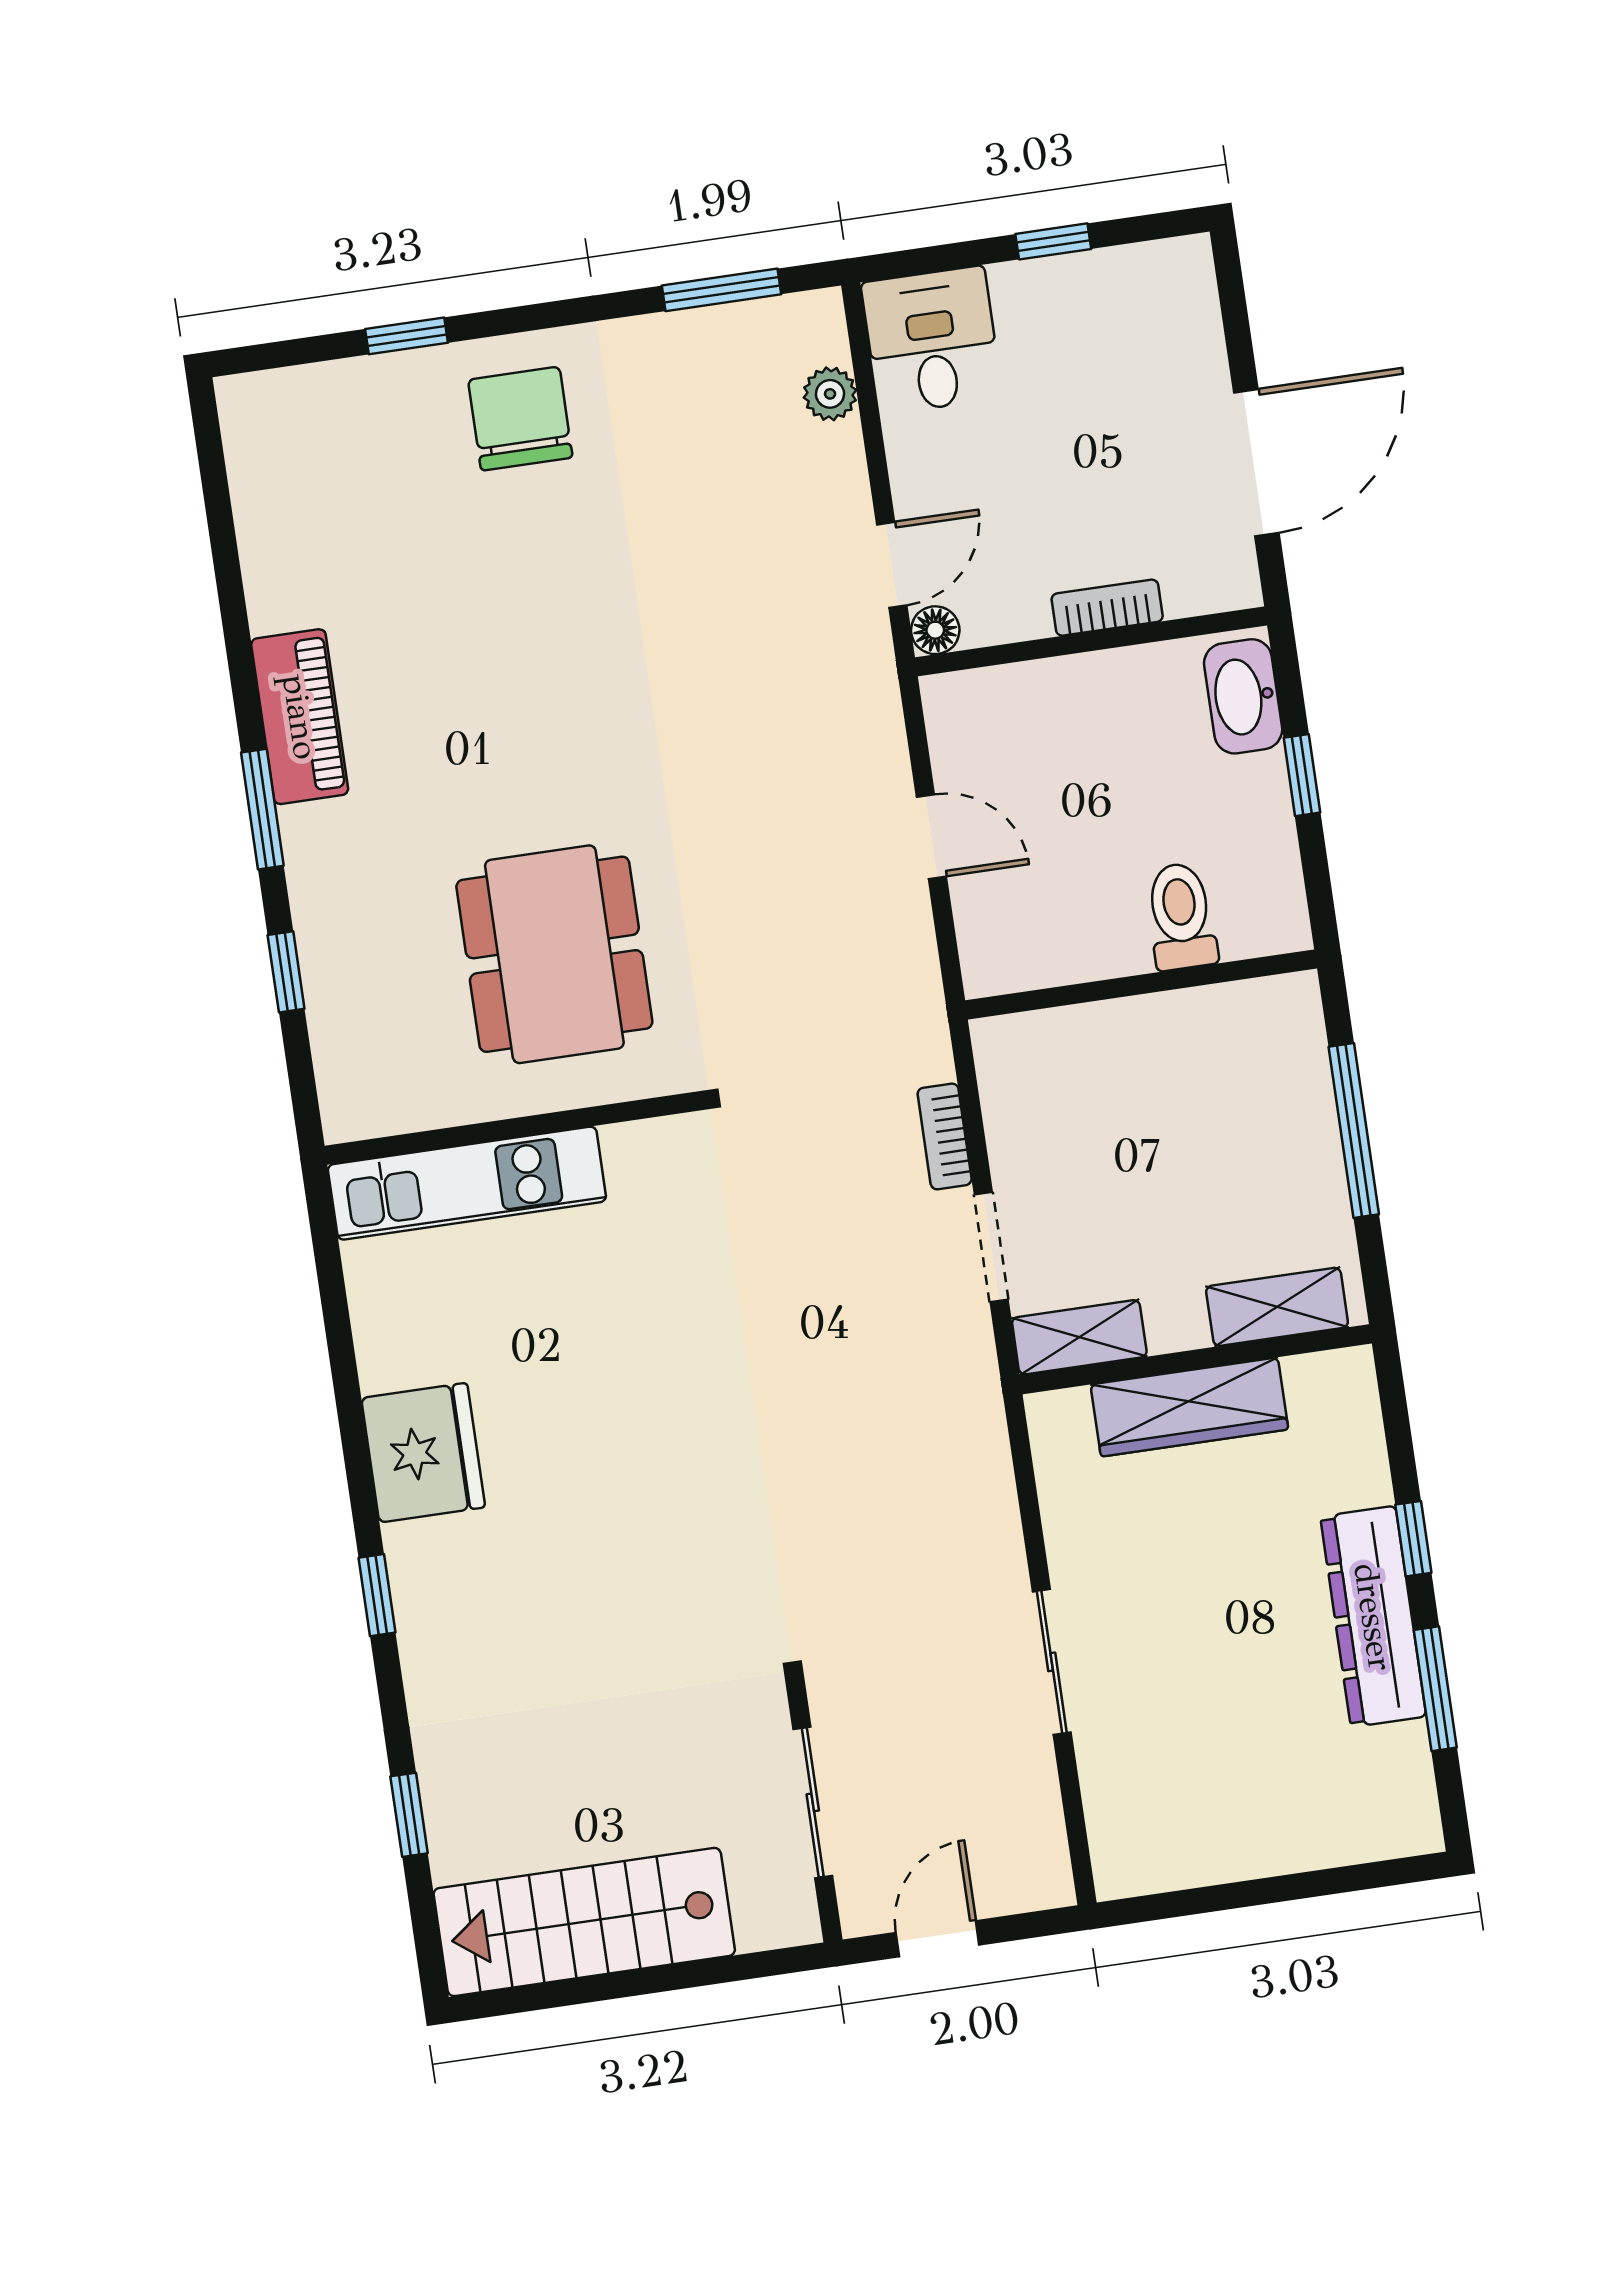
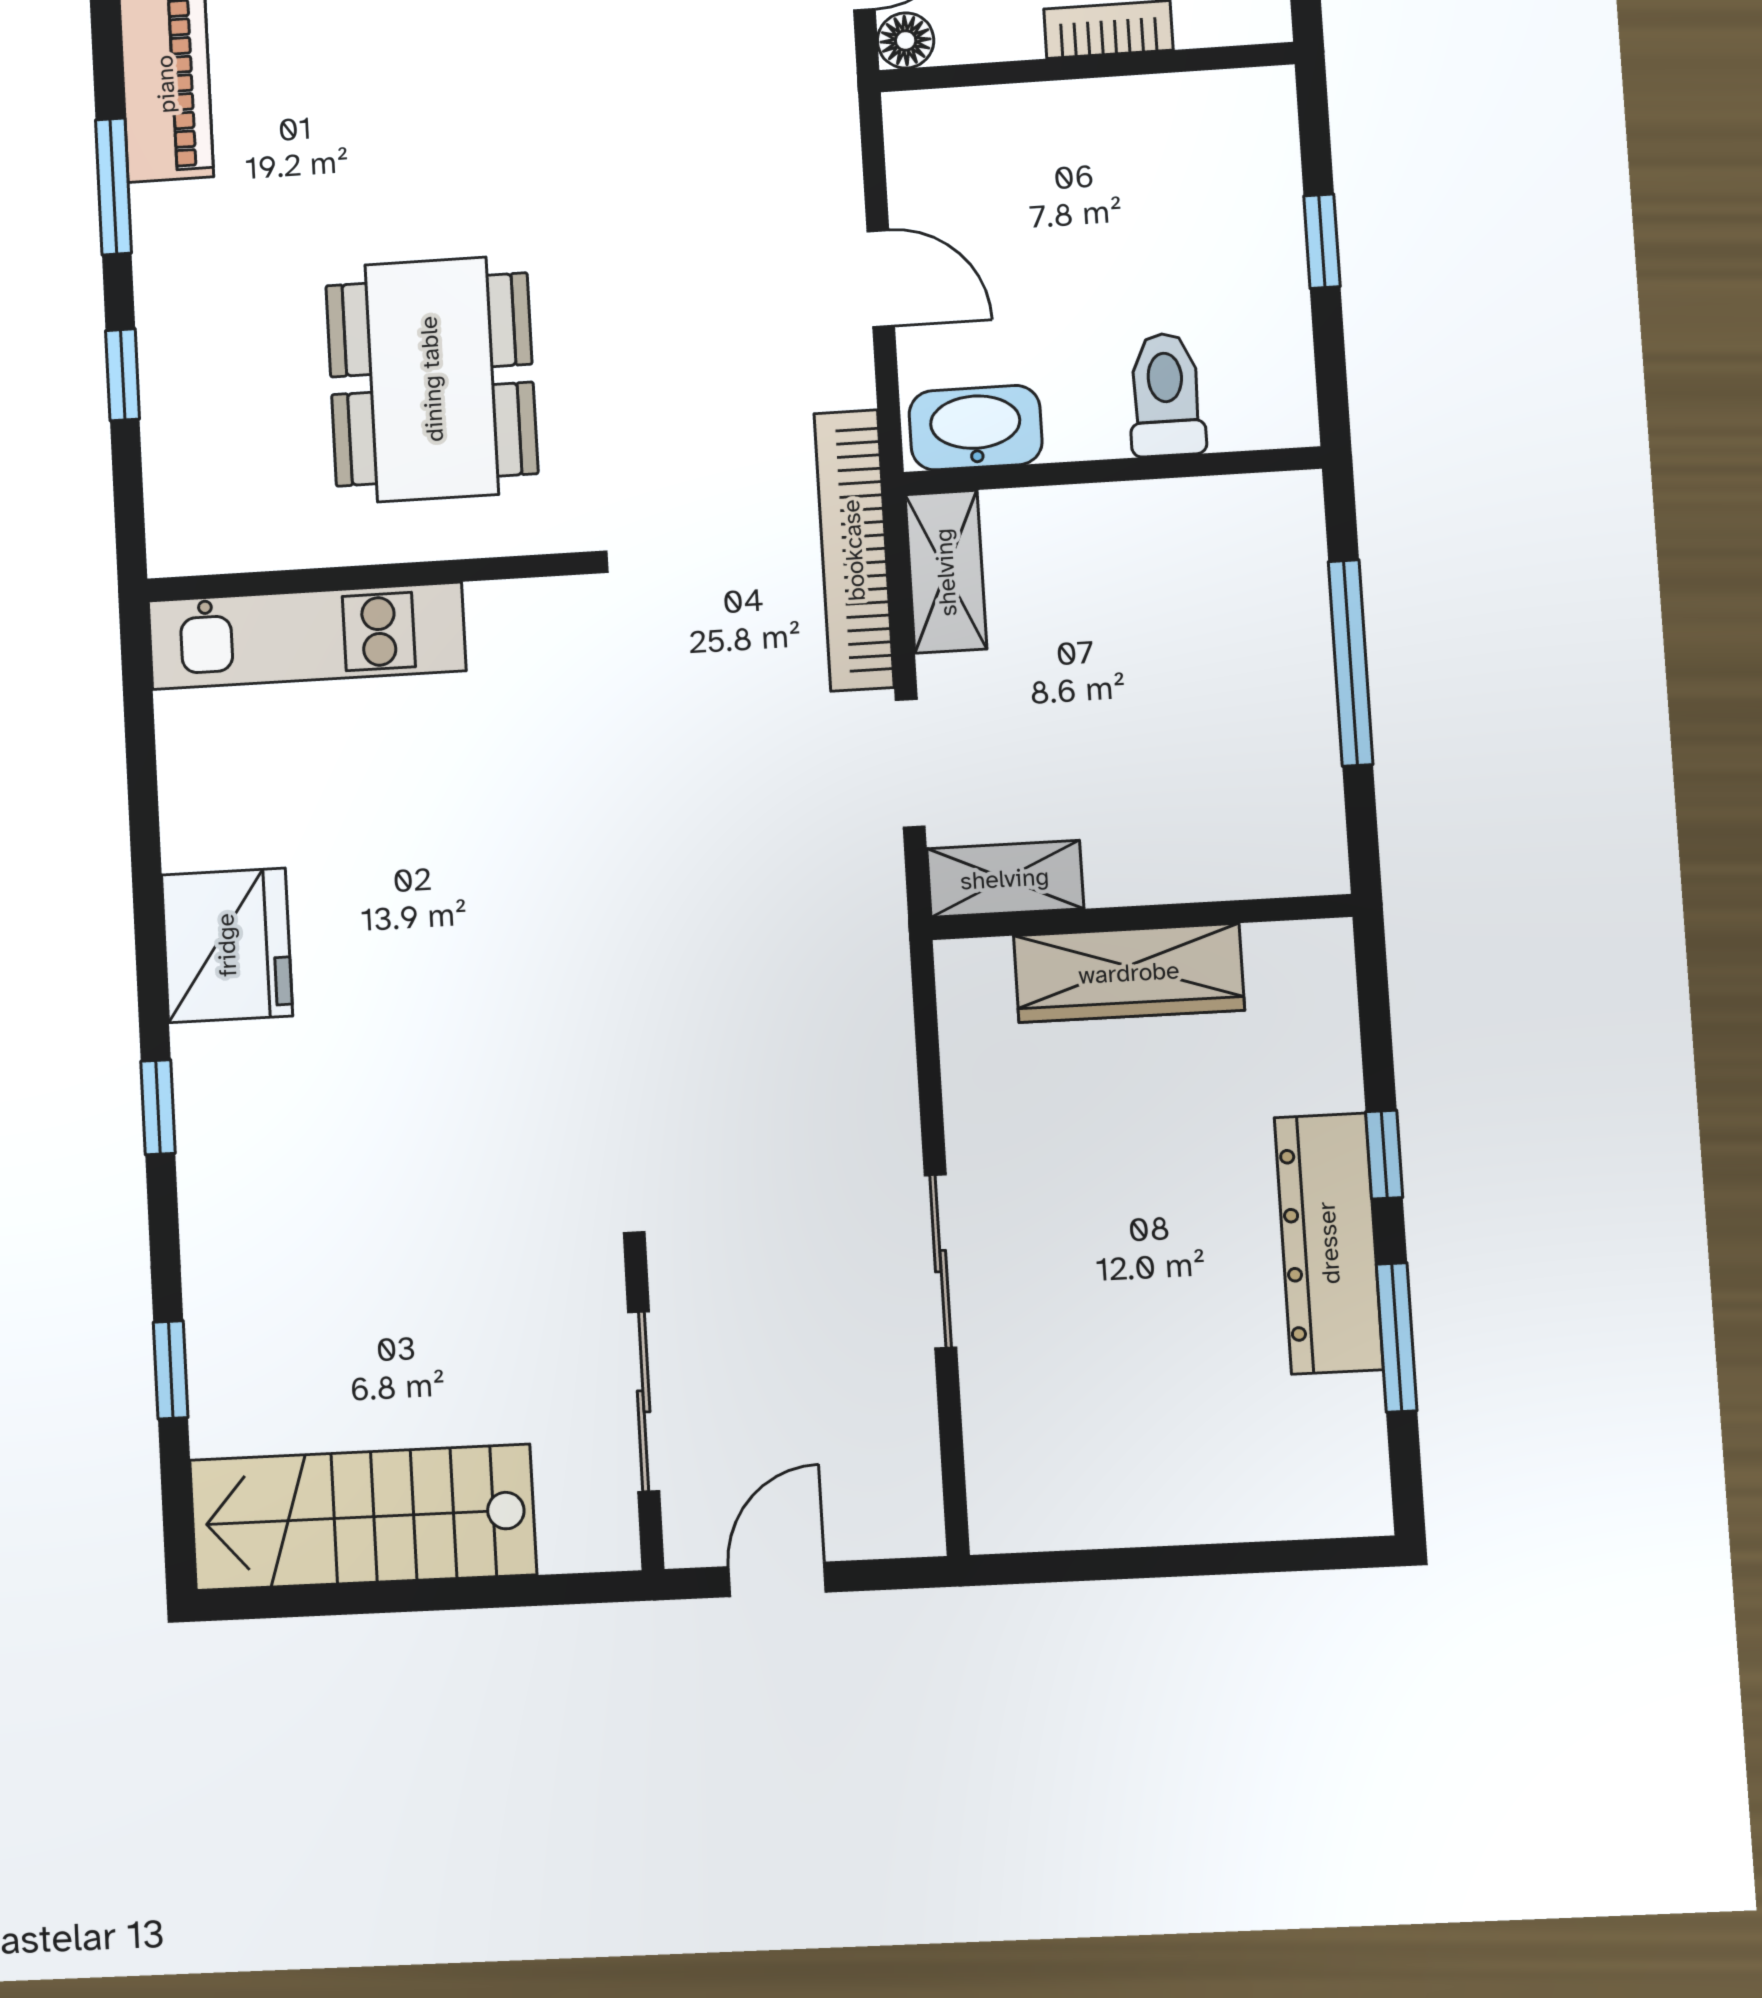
washbasin: (1243, 696) -> (976, 428), moved, turned 90
bookcase: (945, 1136) -> (854, 550), width x2.31, depth x1.31
shelving: (1277, 1307) -> (946, 572), moved, turned 90

